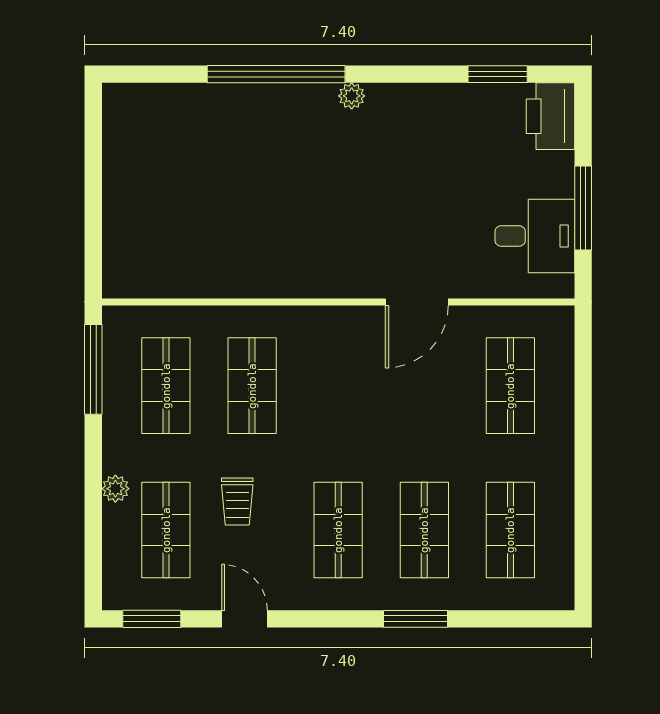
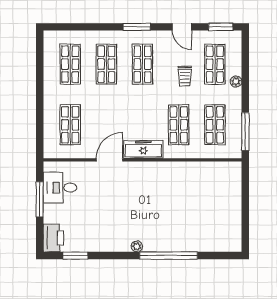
freezer: (336, 327) -> (143, 149), added
trolley: (237, 502) -> (185, 76), turned 180
window: (415, 619) -> (137, 27), moved

